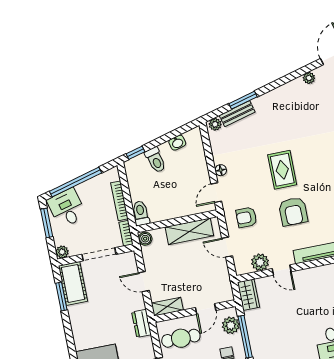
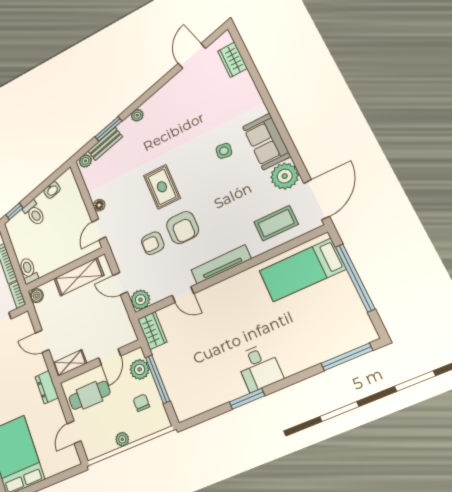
plant: (309, 78) -> (137, 115), moved
armchair: (246, 217) -> (153, 243), moved
plant: (260, 262) -> (140, 300), moved

